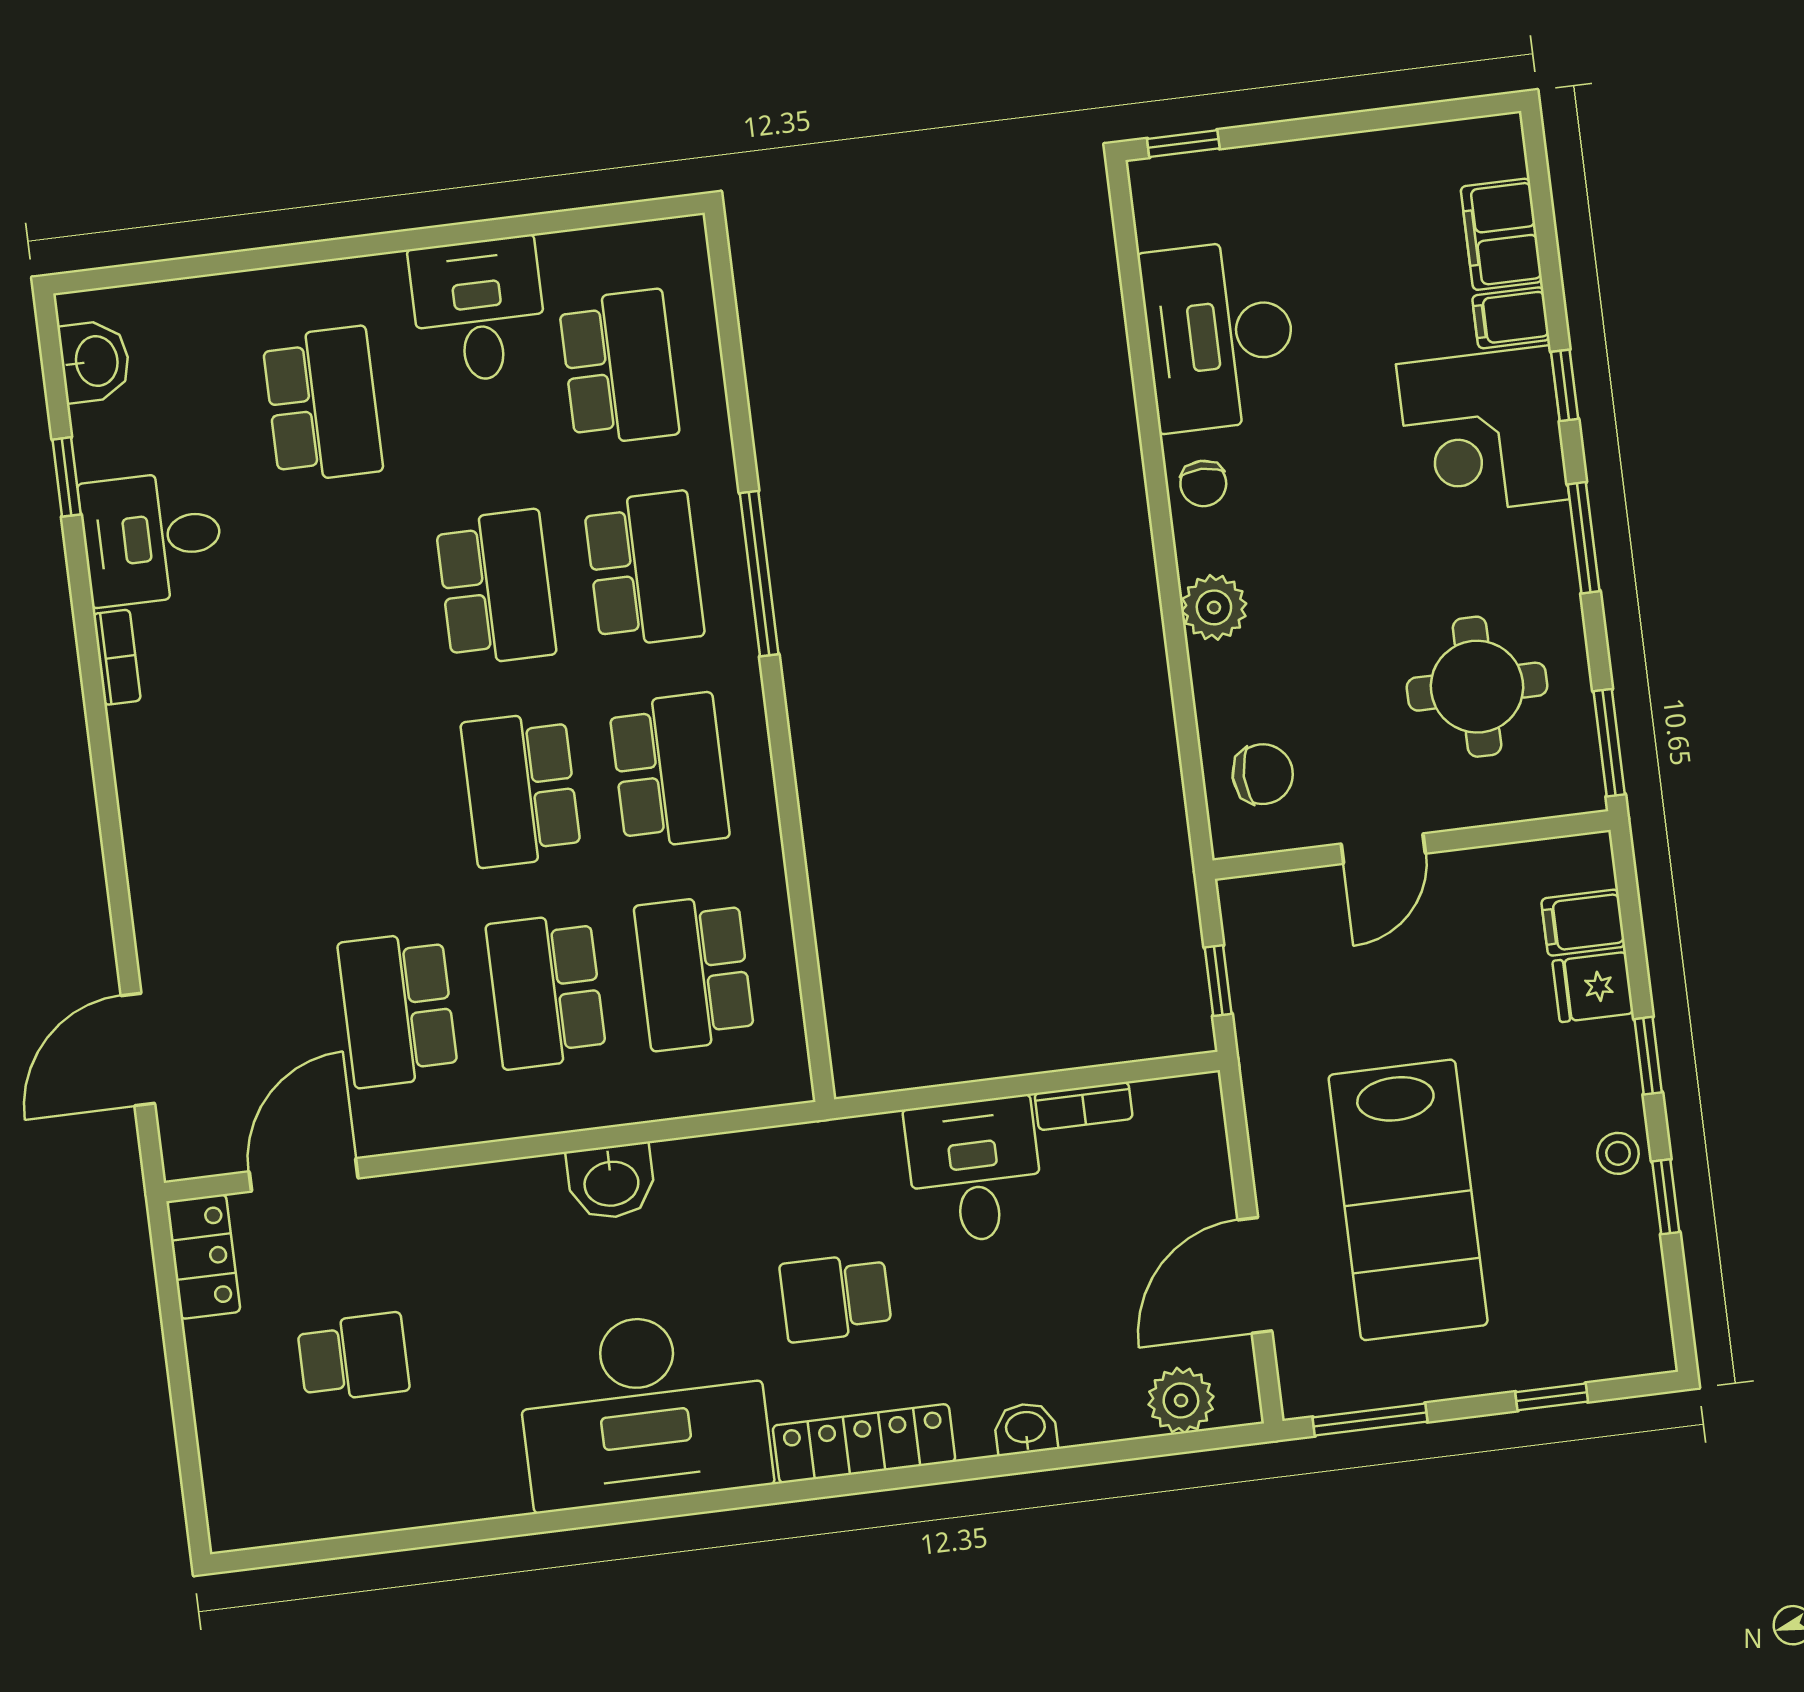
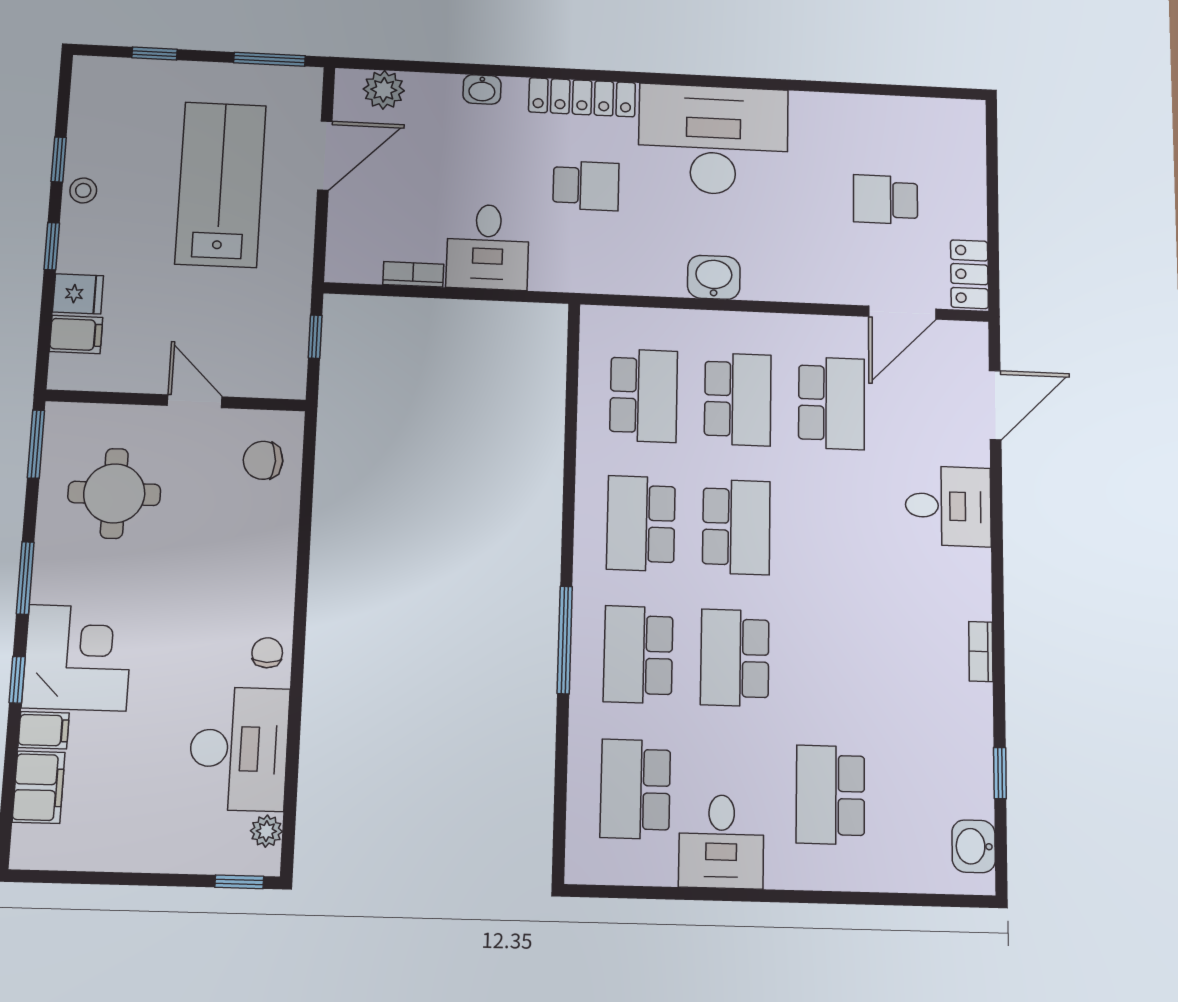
desk: (152, 538) -> (948, 506), moved
plant: (1214, 607) -> (266, 831), moved, width x0.73, depth x0.73
door: (1383, 849) -> (195, 401), hinge flipped

